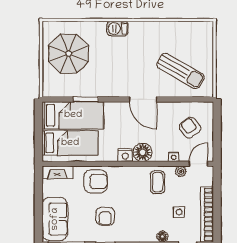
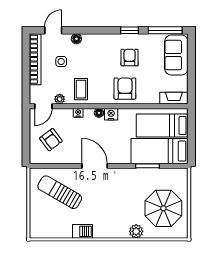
plant: (98, 29) -> (136, 231), added
barbecue: (117, 29) -> (83, 231), moved
floor lamp: (143, 152) -> (99, 113), width x0.53, depth x0.53
nightstand: (174, 157) -> (78, 113), moved
armchair: (96, 181) -> (125, 89), moved, turned 90

